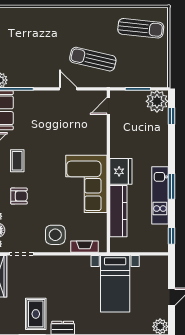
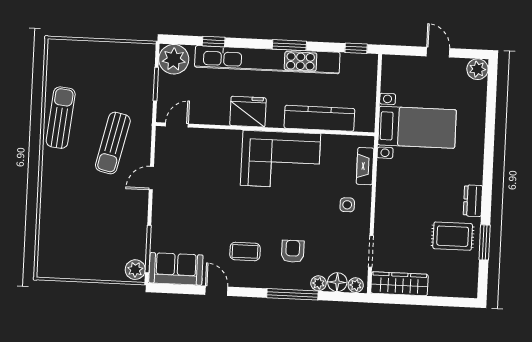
sun lounger: (141, 28) -> (61, 118), moved
door: (108, 106) -> (177, 125), swing flipped
window: (171, 116) -> (214, 42), moved
fridge: (121, 171) -> (248, 112), moved
kitchen unit: (160, 195) -> (267, 60), width x1.86
side table: (55, 235) -> (347, 205), width x0.54, depth x0.54

